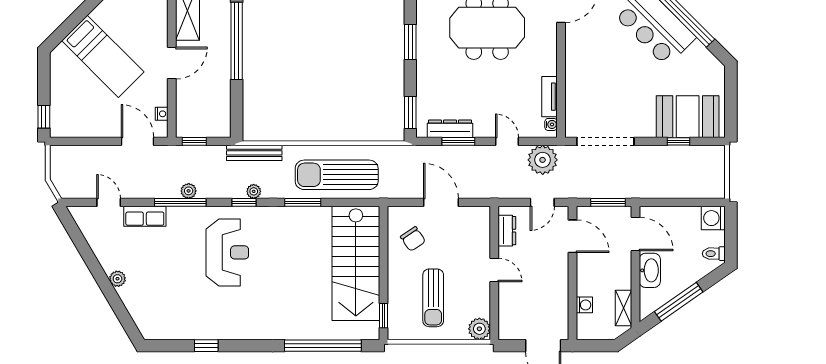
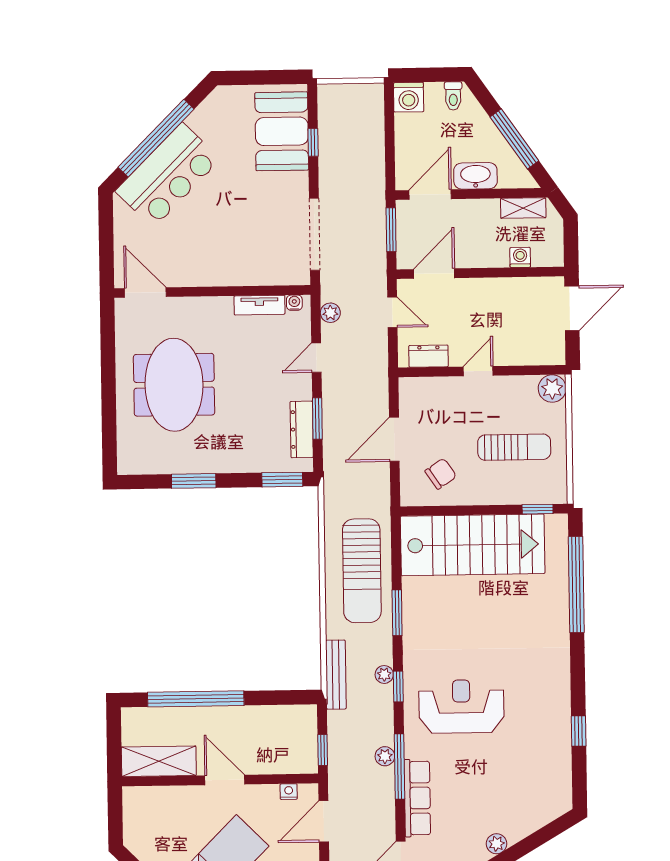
plant: (543, 160) -> (330, 313), width x0.53, depth x0.53
row of seats: (145, 216) -> (417, 798), width x1.48

